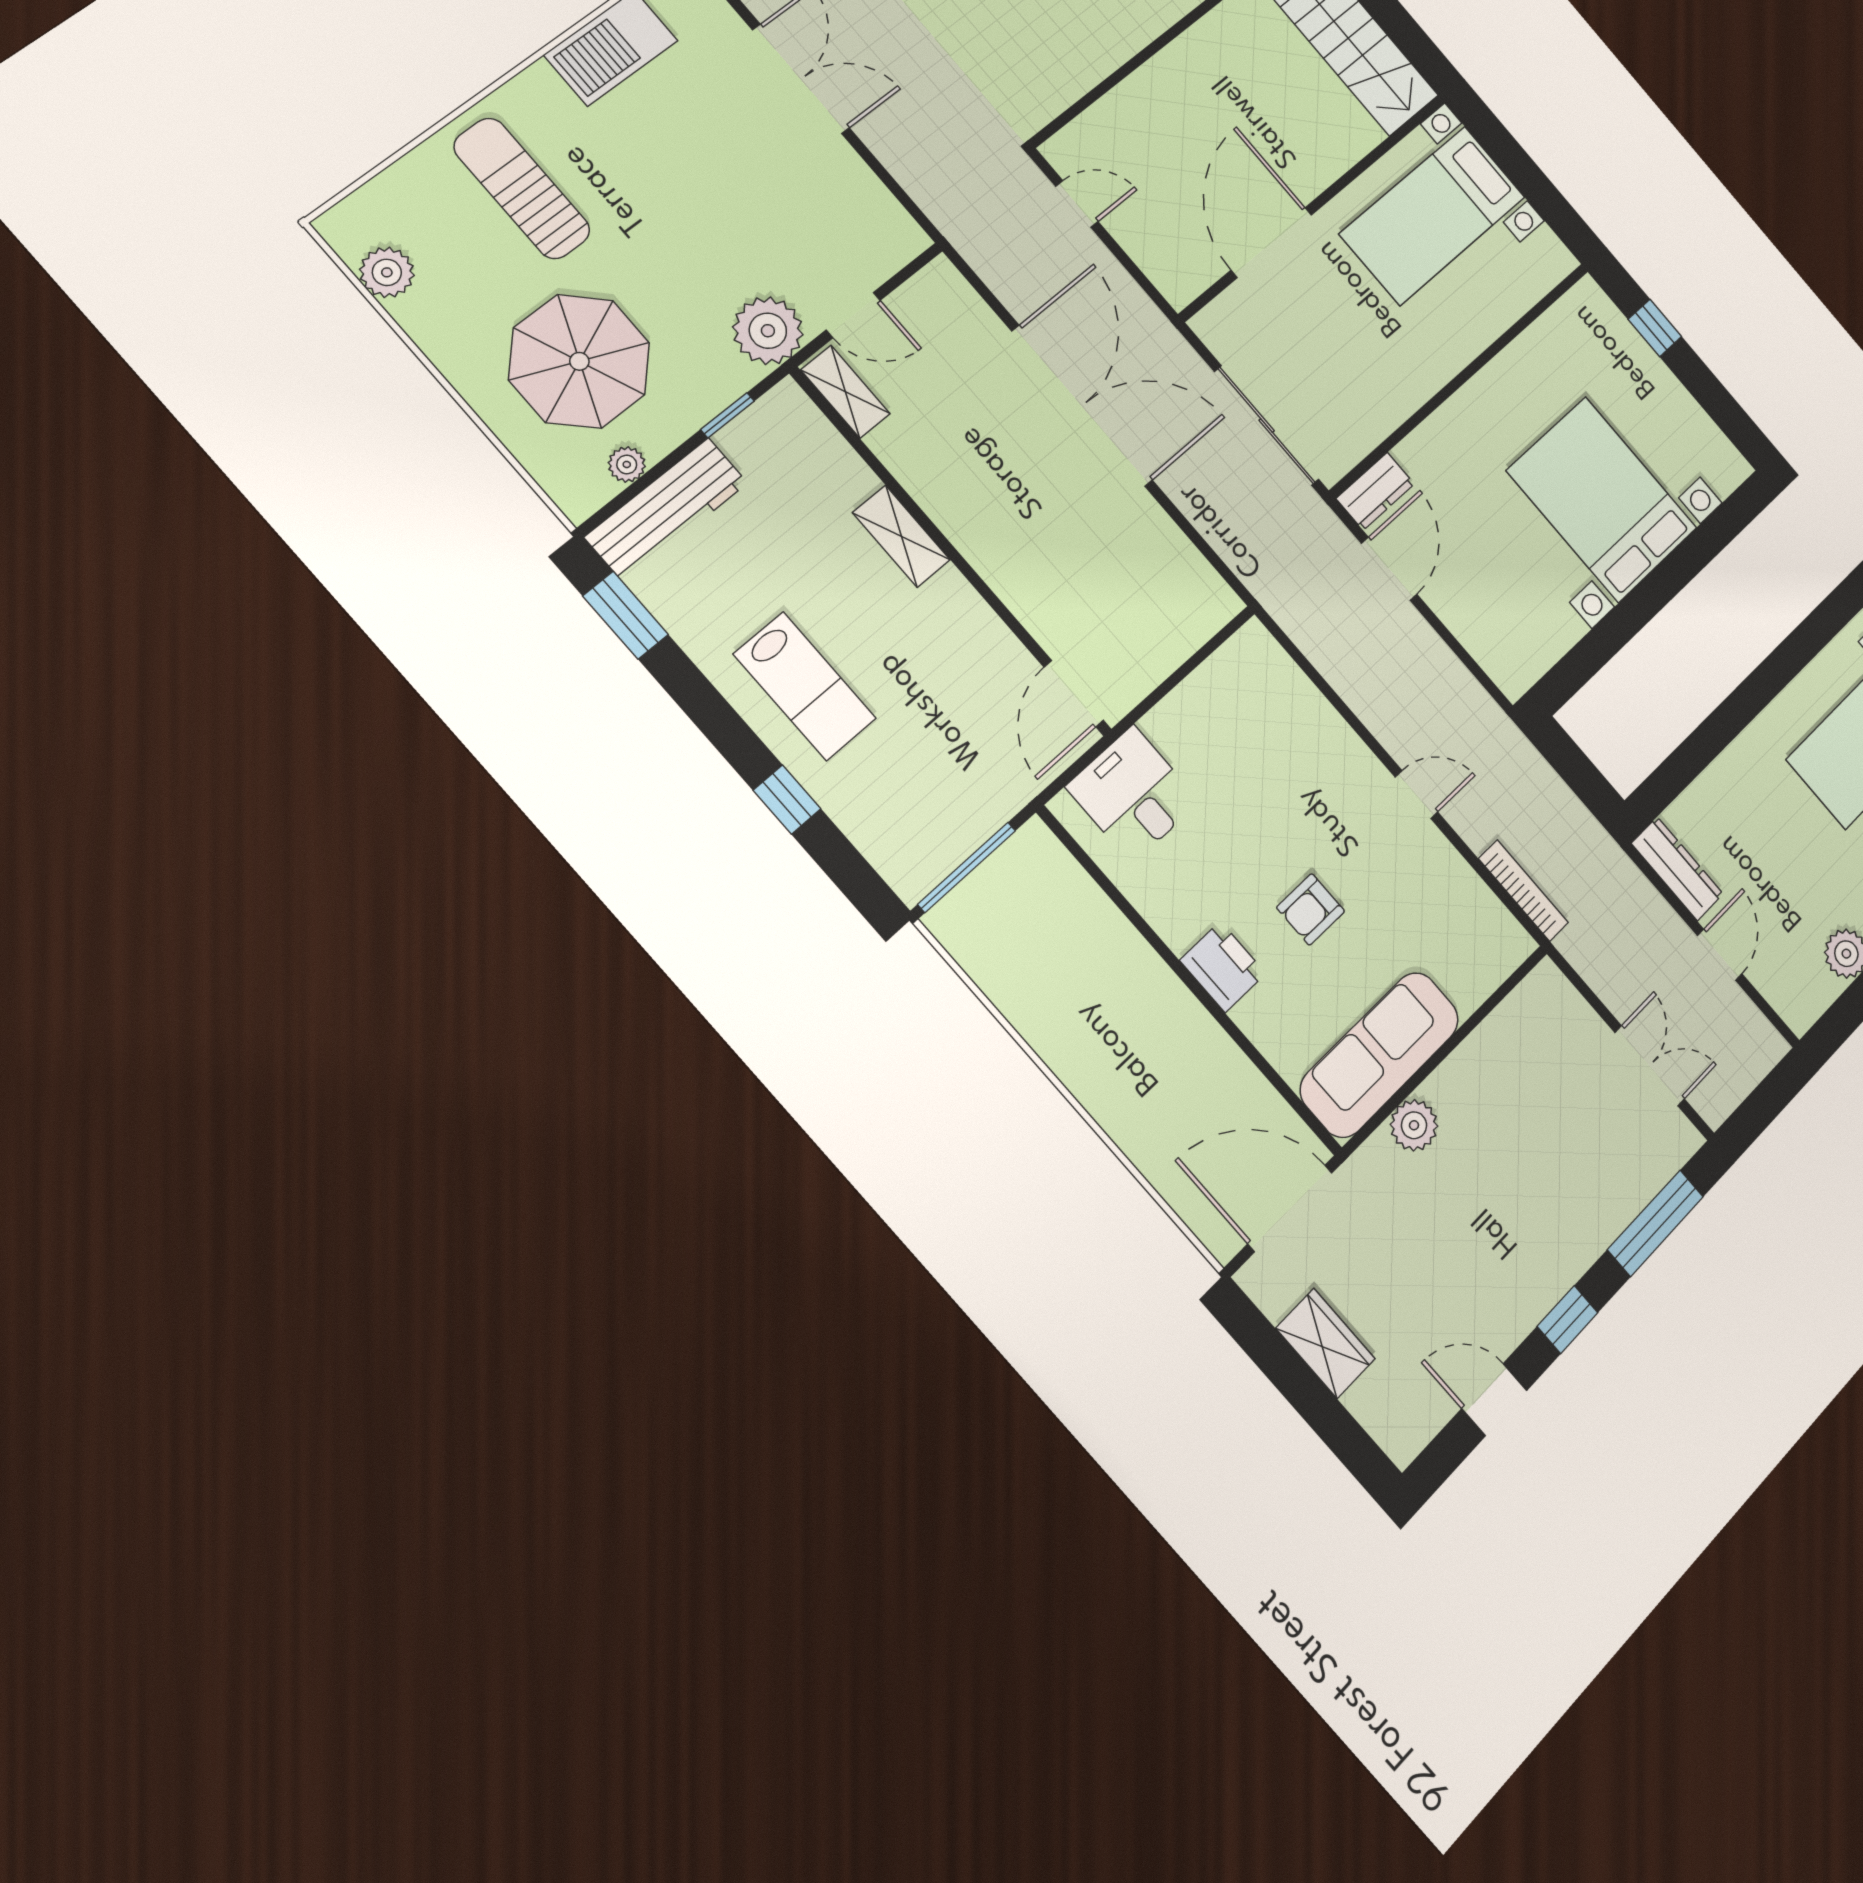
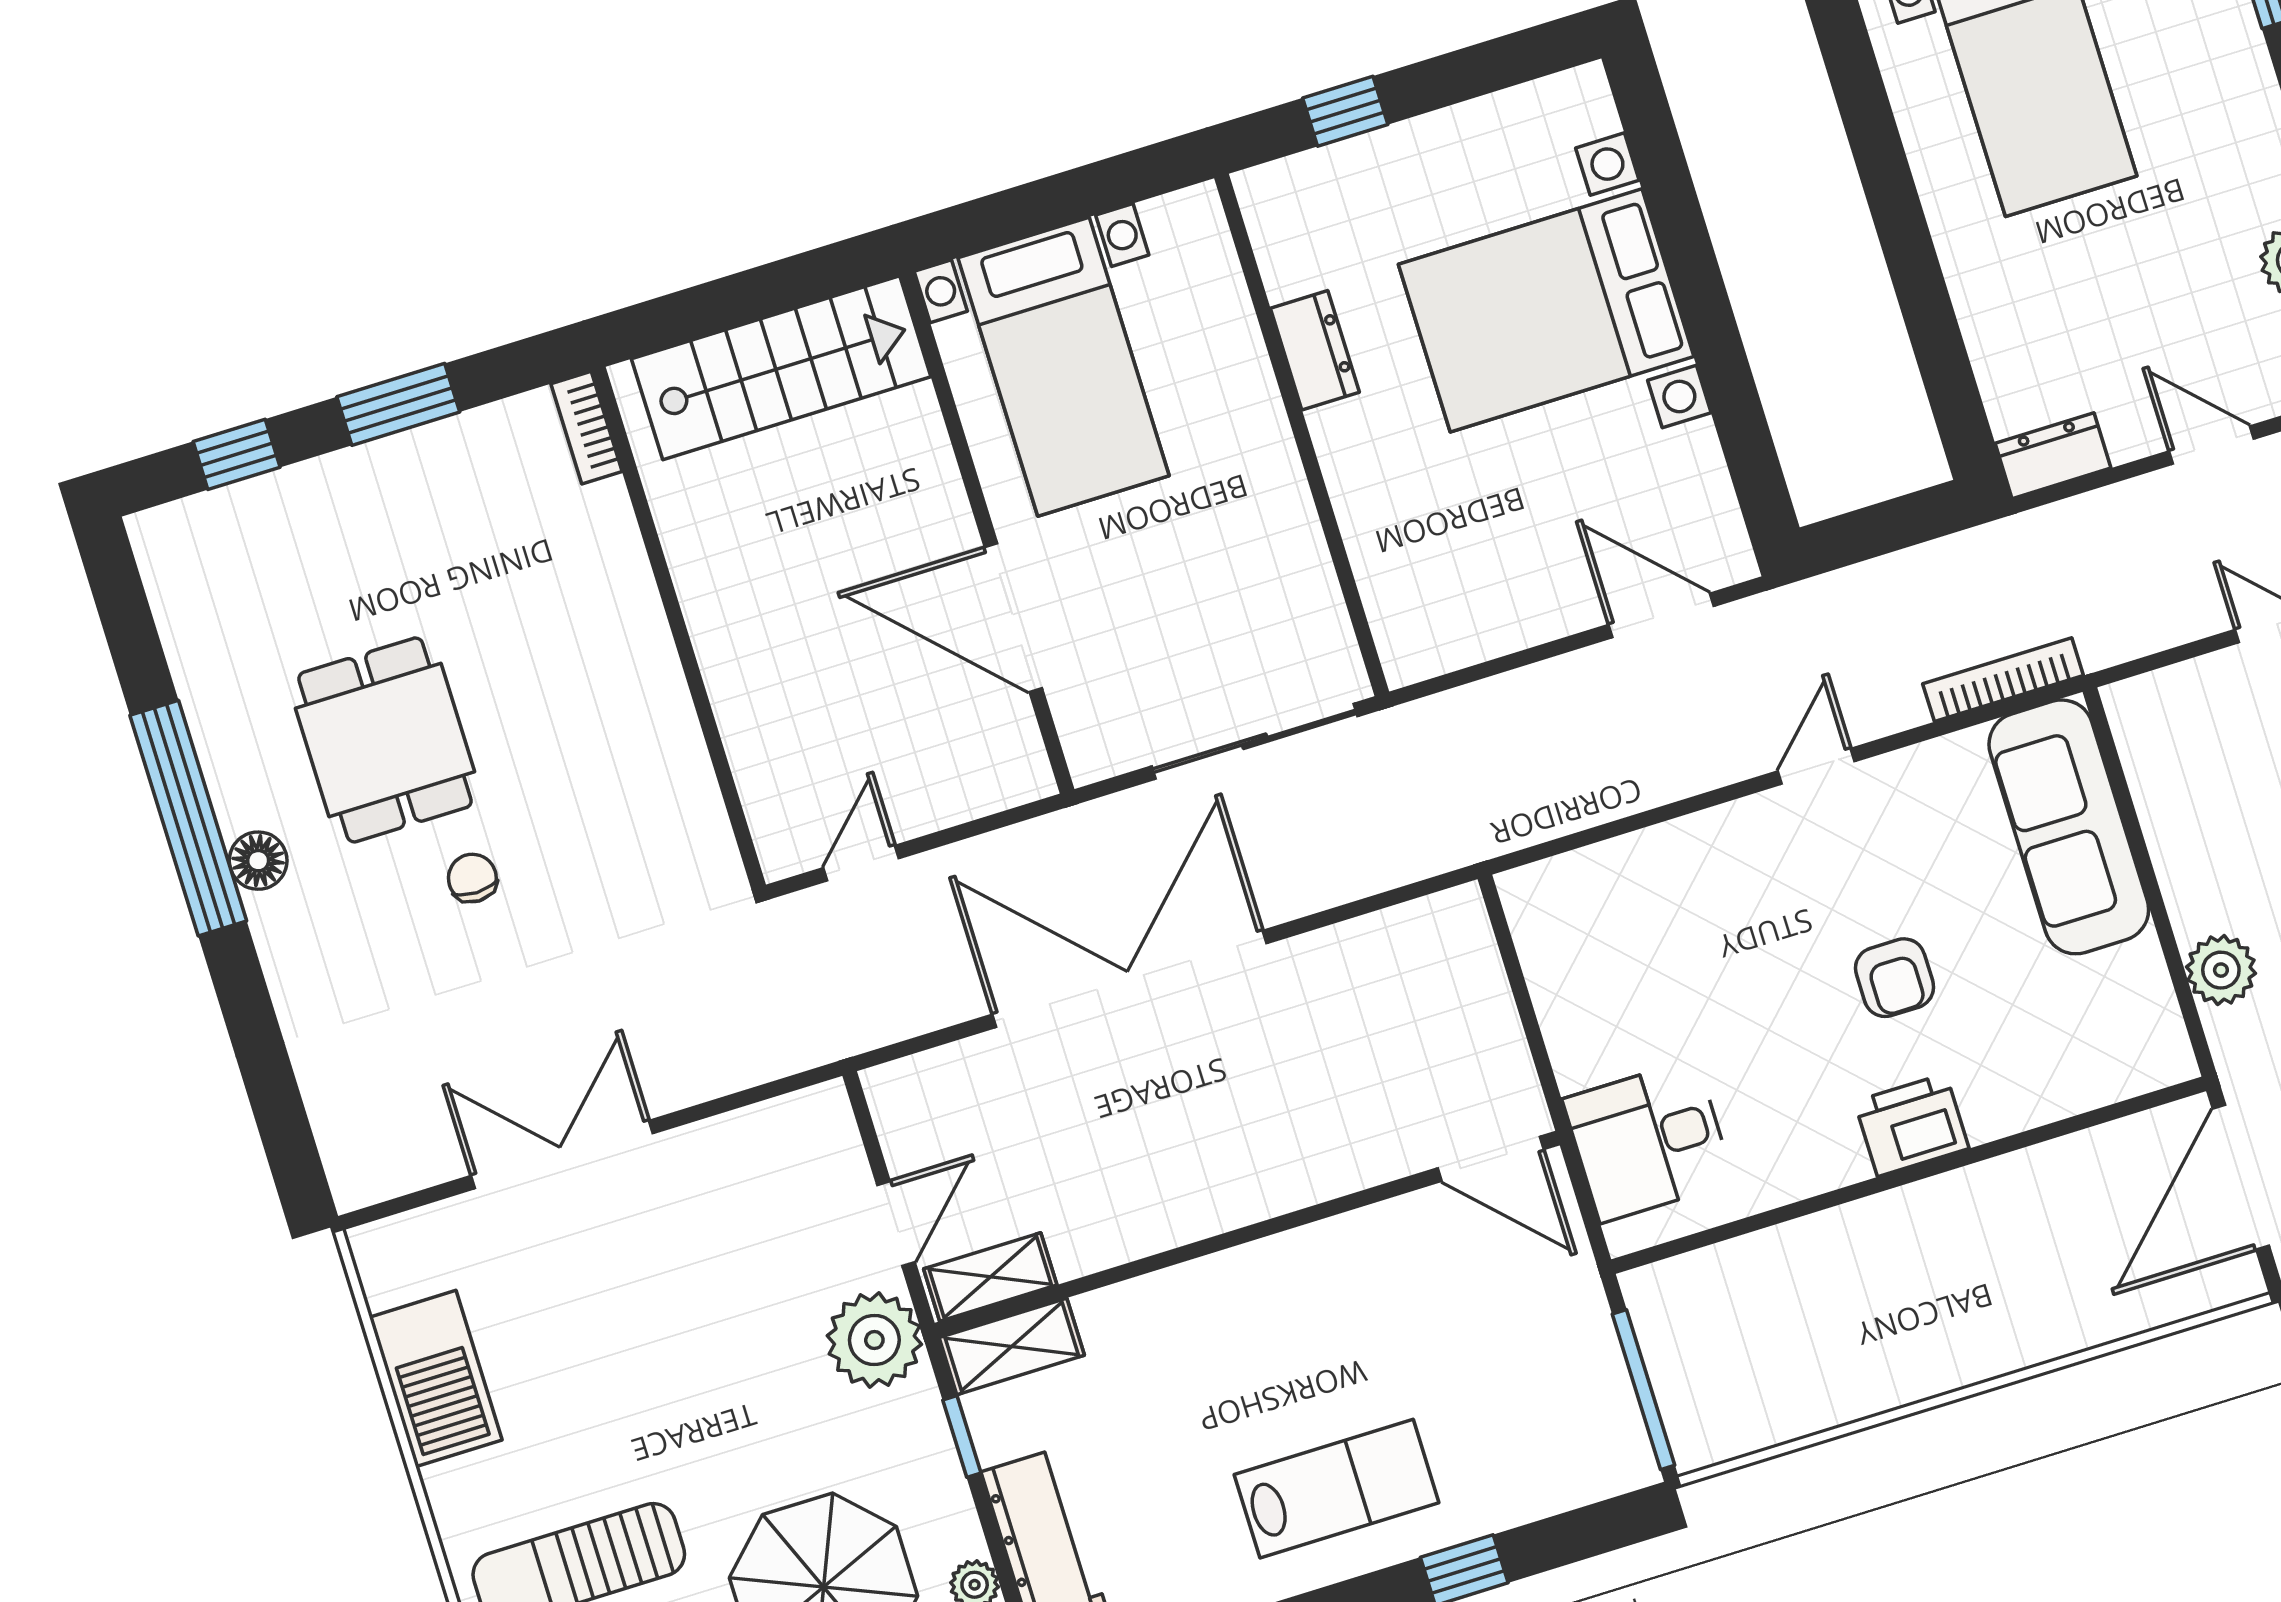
dresser: (1375, 491) -> (1315, 350), moved
shelving: (901, 536) -> (1012, 1346), moved
door: (1389, 569) -> (1661, 615), moved
dresser: (1677, 869) -> (2053, 456), width x0.70
sofa: (1380, 1054) -> (2069, 827), moved

